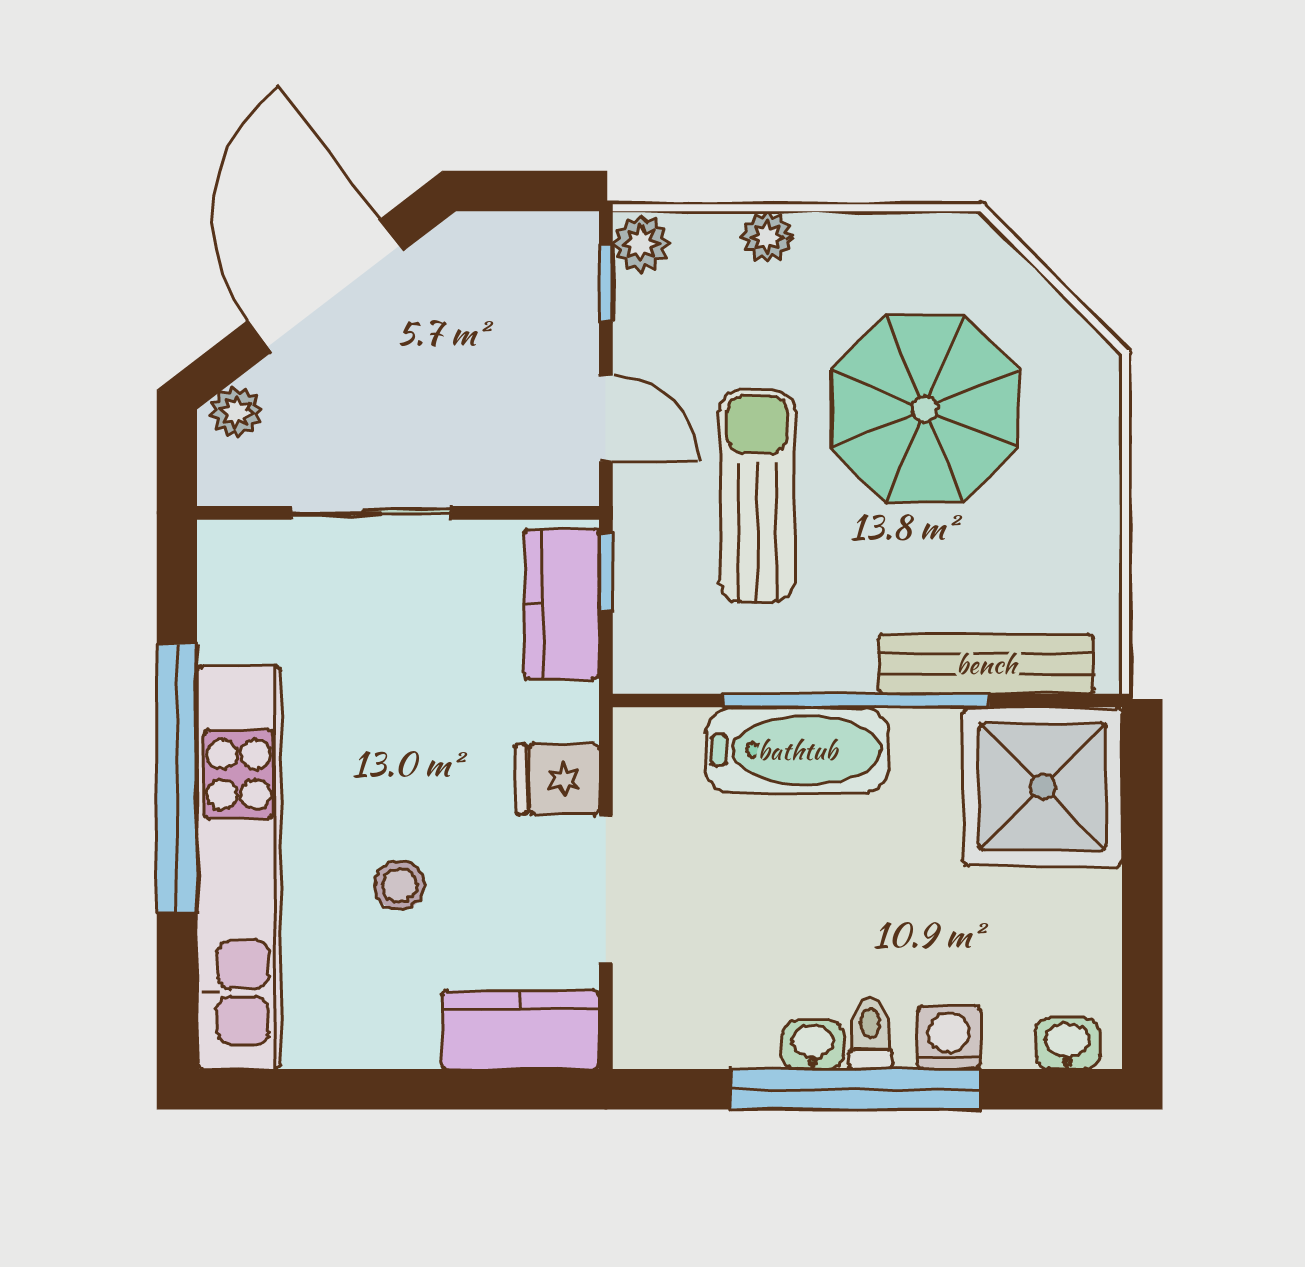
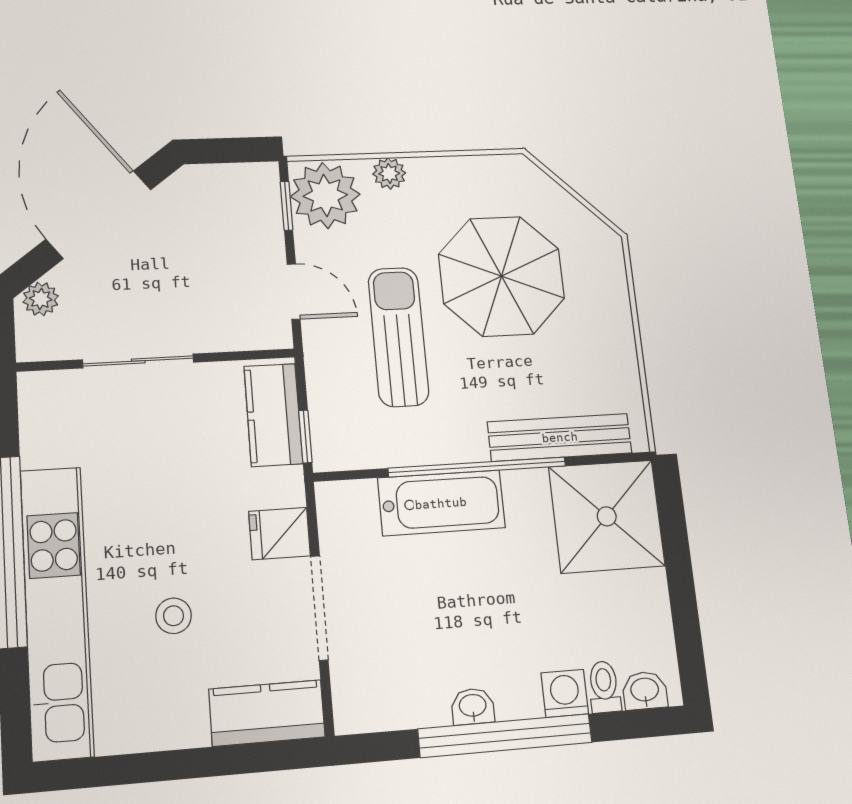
plant: (641, 244) -> (325, 195), width x1.87, depth x1.87
window: (606, 572) -> (305, 436), moved
toilet: (870, 1033) -> (604, 687), moved

